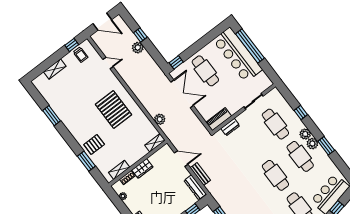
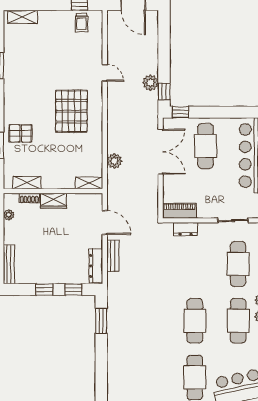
window: (140, 35) -> (164, 91), moved
plant: (138, 48) -> (151, 83), moved
door: (108, 63) -> (105, 73), moved
shelving: (55, 69) -> (22, 17), moved

